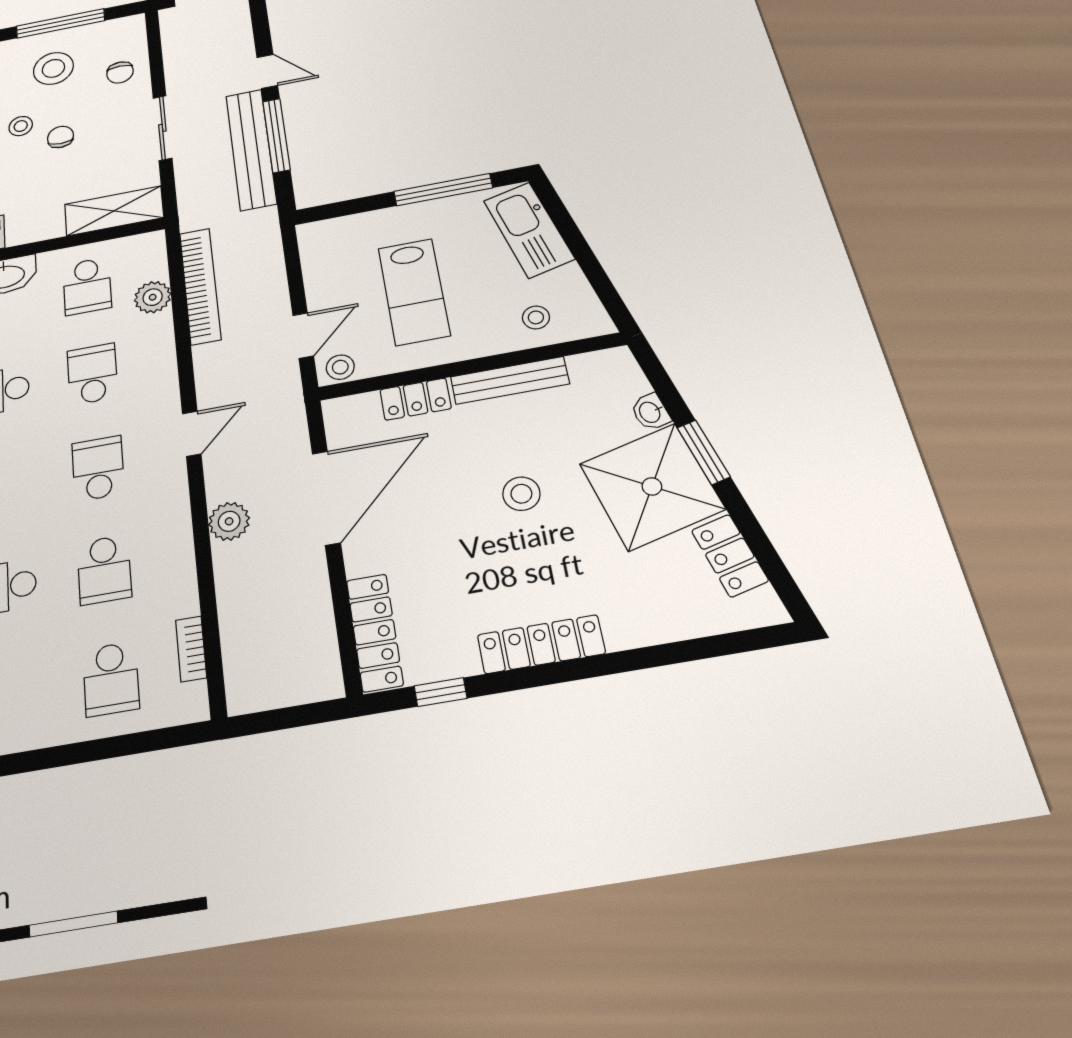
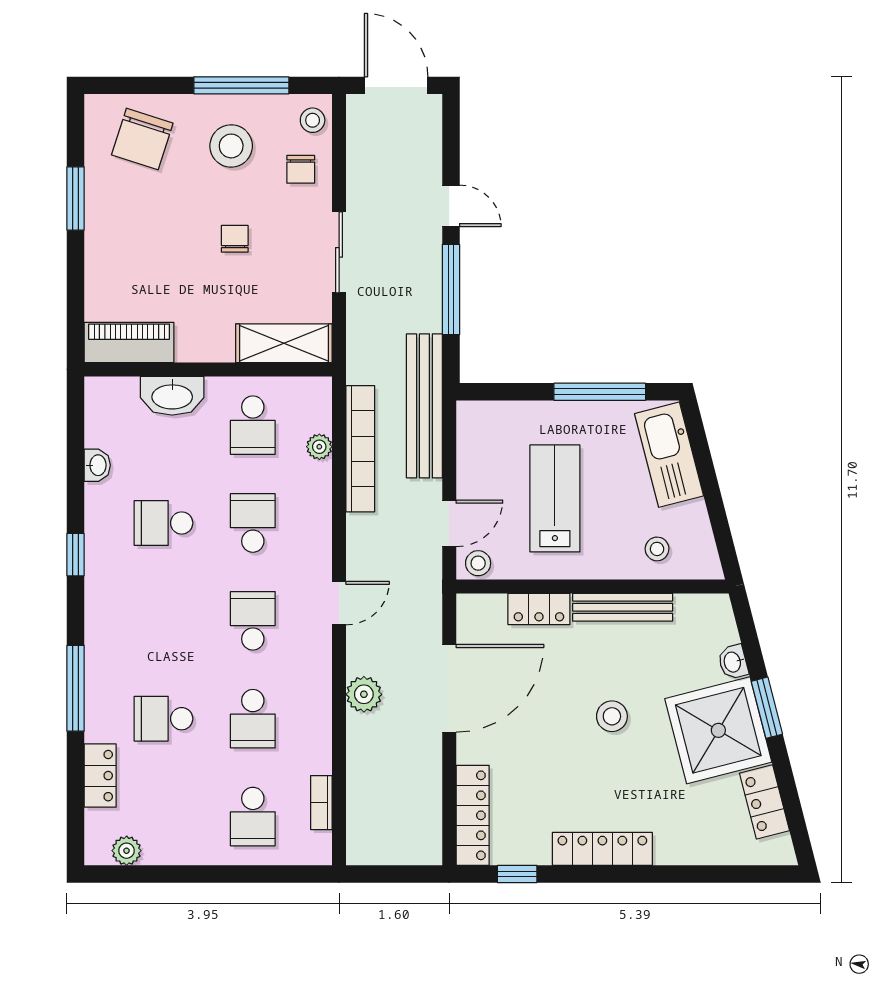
stool: (21, 126) -> (313, 120), moved
bench: (251, 149) -> (424, 406), moved
lab bench: (414, 292) -> (555, 498), turned 180
plant: (153, 297) -> (319, 447), width x0.73, depth x0.73

